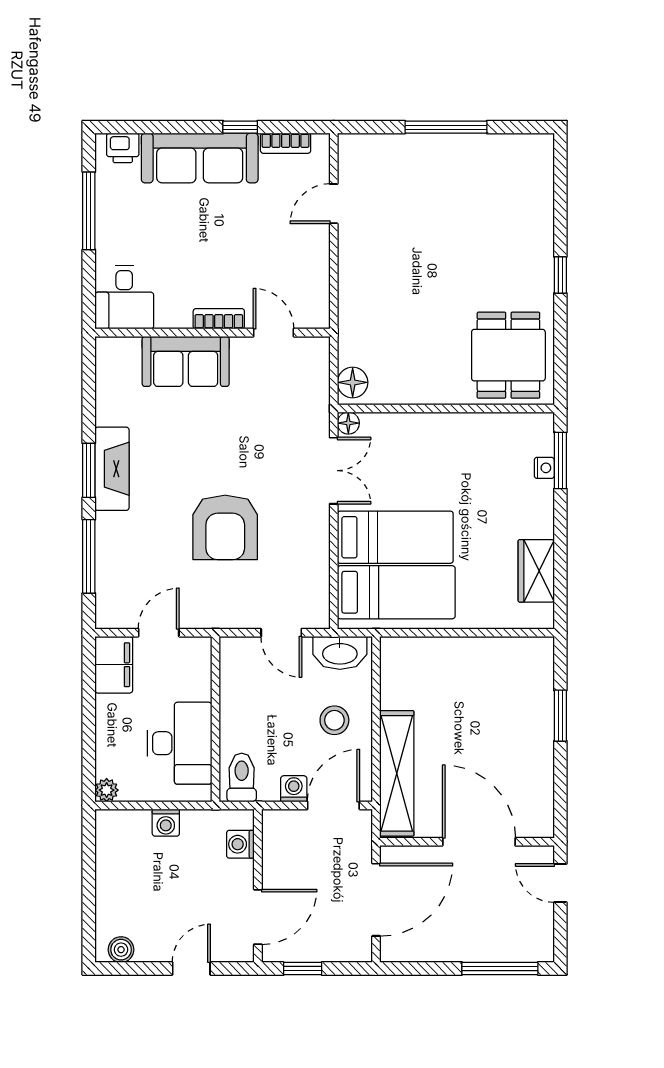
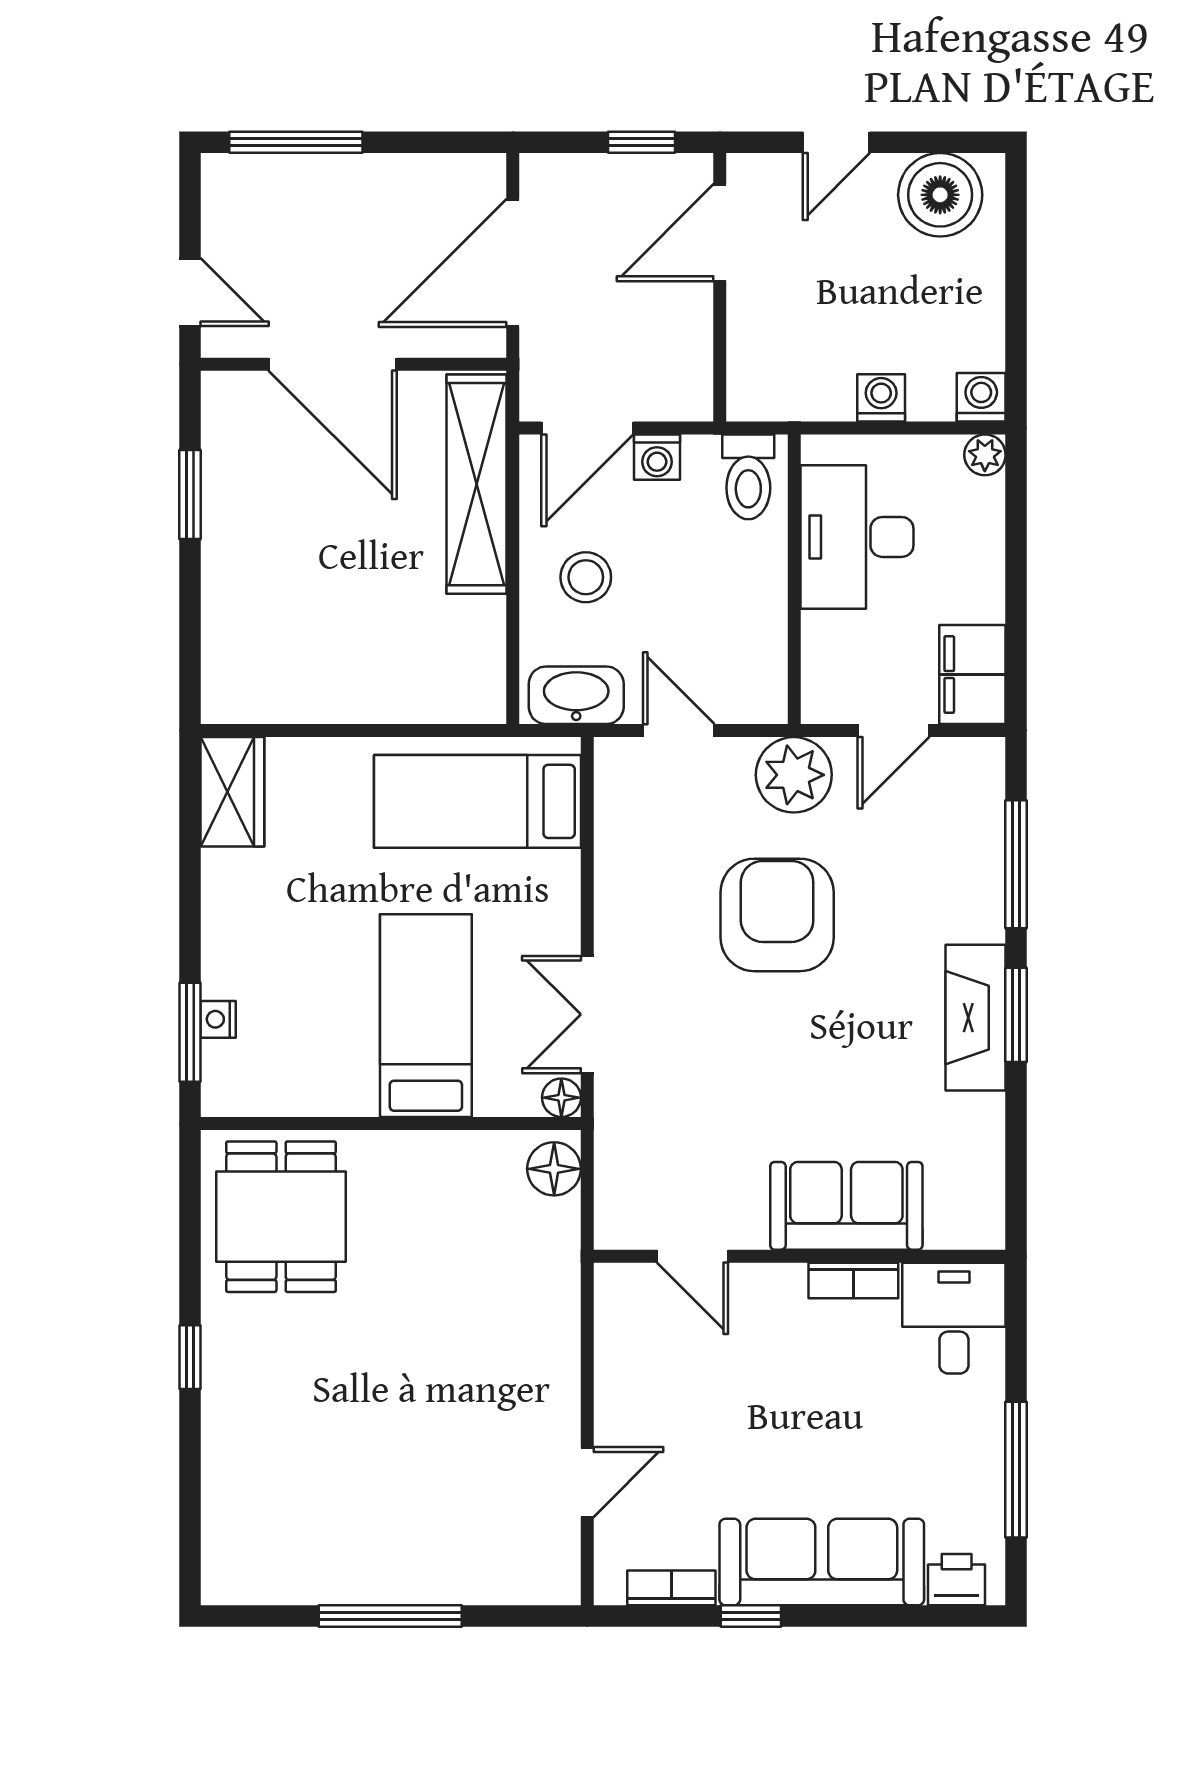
bookcase: (219, 319) -> (853, 1280), moved
bed: (395, 537) -> (426, 1016), moved, turned 90
wardrobe: (536, 571) -> (232, 792), moved
plant: (216, 607) -> (794, 775), added
window: (560, 716) -> (190, 494), moved
washing machine: (240, 844) -> (981, 397), moved, turned -90
boiler: (121, 950) -> (940, 195), width x1.86, depth x1.86

